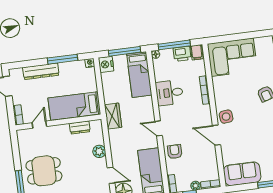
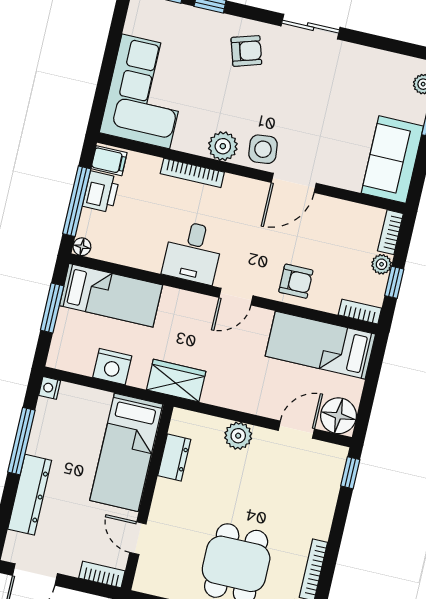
window: (124, 51) -> (52, 308), width x0.69
nightstand: (106, 64) -> (112, 367), moved
desk: (169, 93) -> (193, 252), moved
plant: (221, 99) -> (223, 146), added
armchair: (175, 152) -> (296, 281), turned 180

